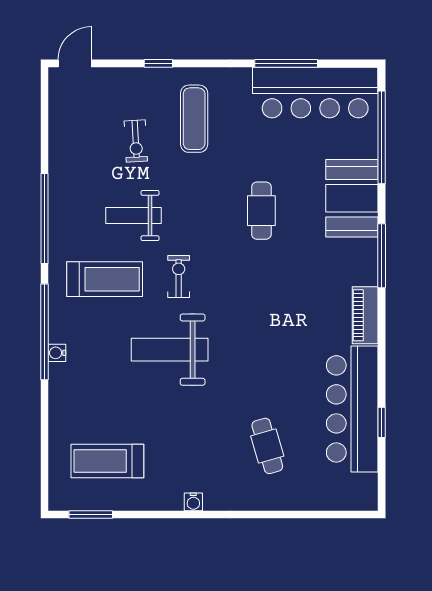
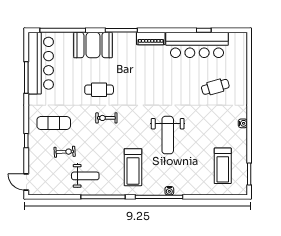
weight bench: (133, 216) -> (85, 176), moved, turned -90
exercise bike: (179, 276) -> (106, 118), moved
treadmill: (105, 279) -> (133, 167), turned 180

